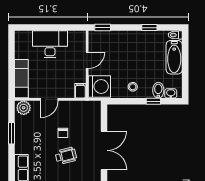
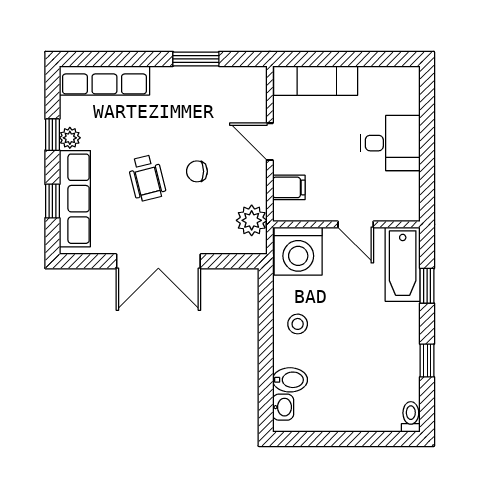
window: (103, 28) -> (427, 286), moved
desk: (50, 44) -> (390, 143), width x0.73
bathtub: (174, 57) -> (403, 264), moved, turned -90
filing cabinet: (80, 91) -> (289, 187), moved
window: (153, 101) -> (266, 369), removed
plant: (24, 108) -> (252, 220), moved

